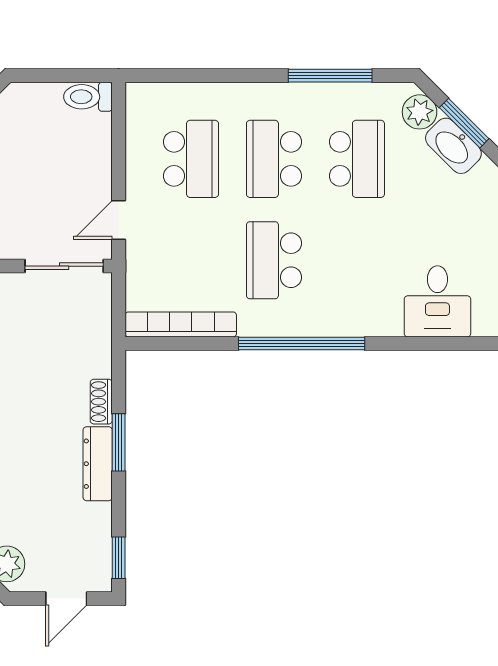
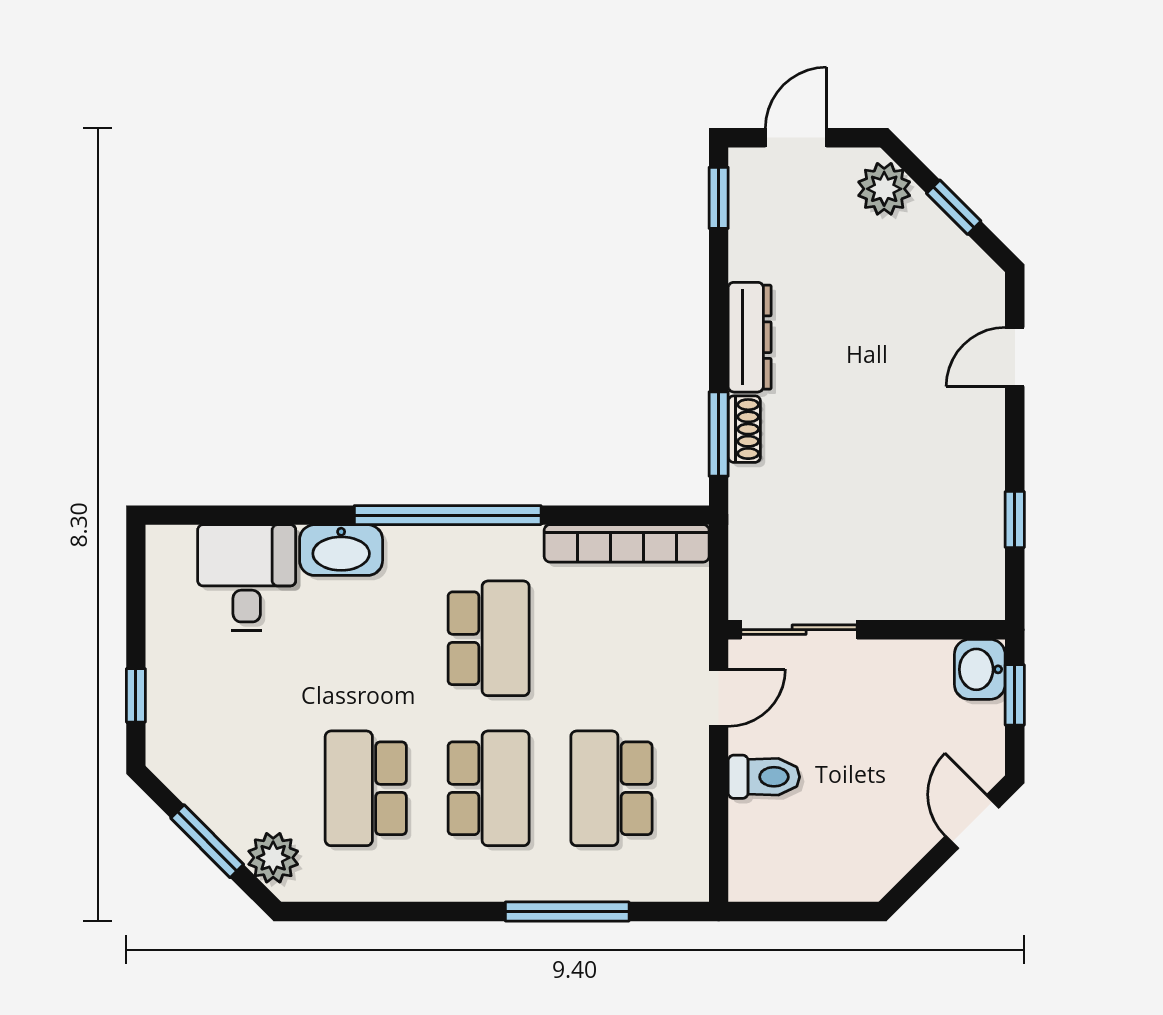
window: (330, 76) -> (567, 912), moved
toilet: (88, 97) -> (764, 777), moved
washbasin: (453, 146) -> (341, 550), moved, turned 135
window: (119, 442) -> (719, 434), moved

